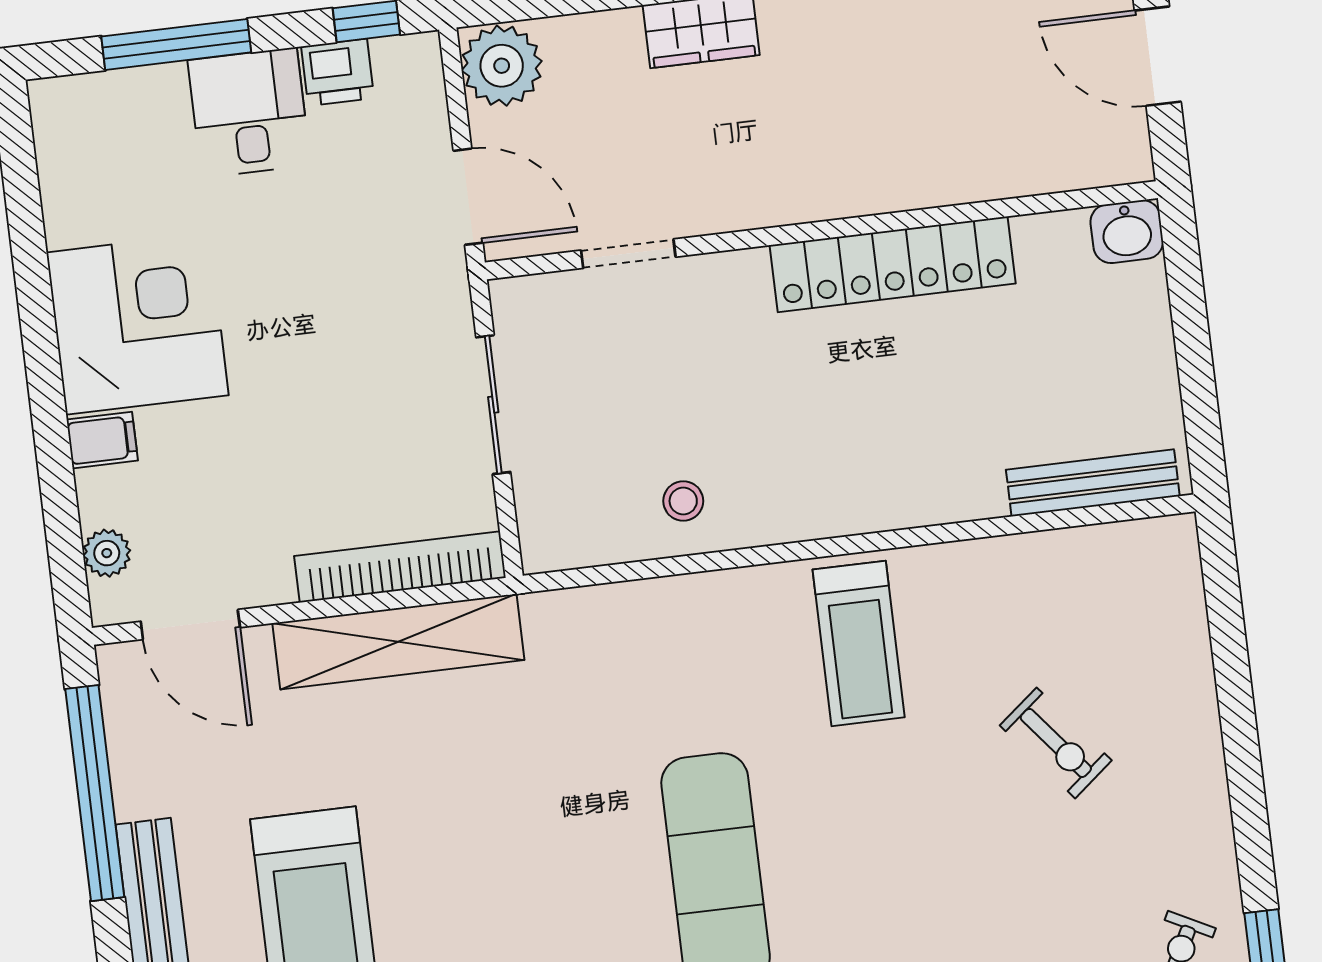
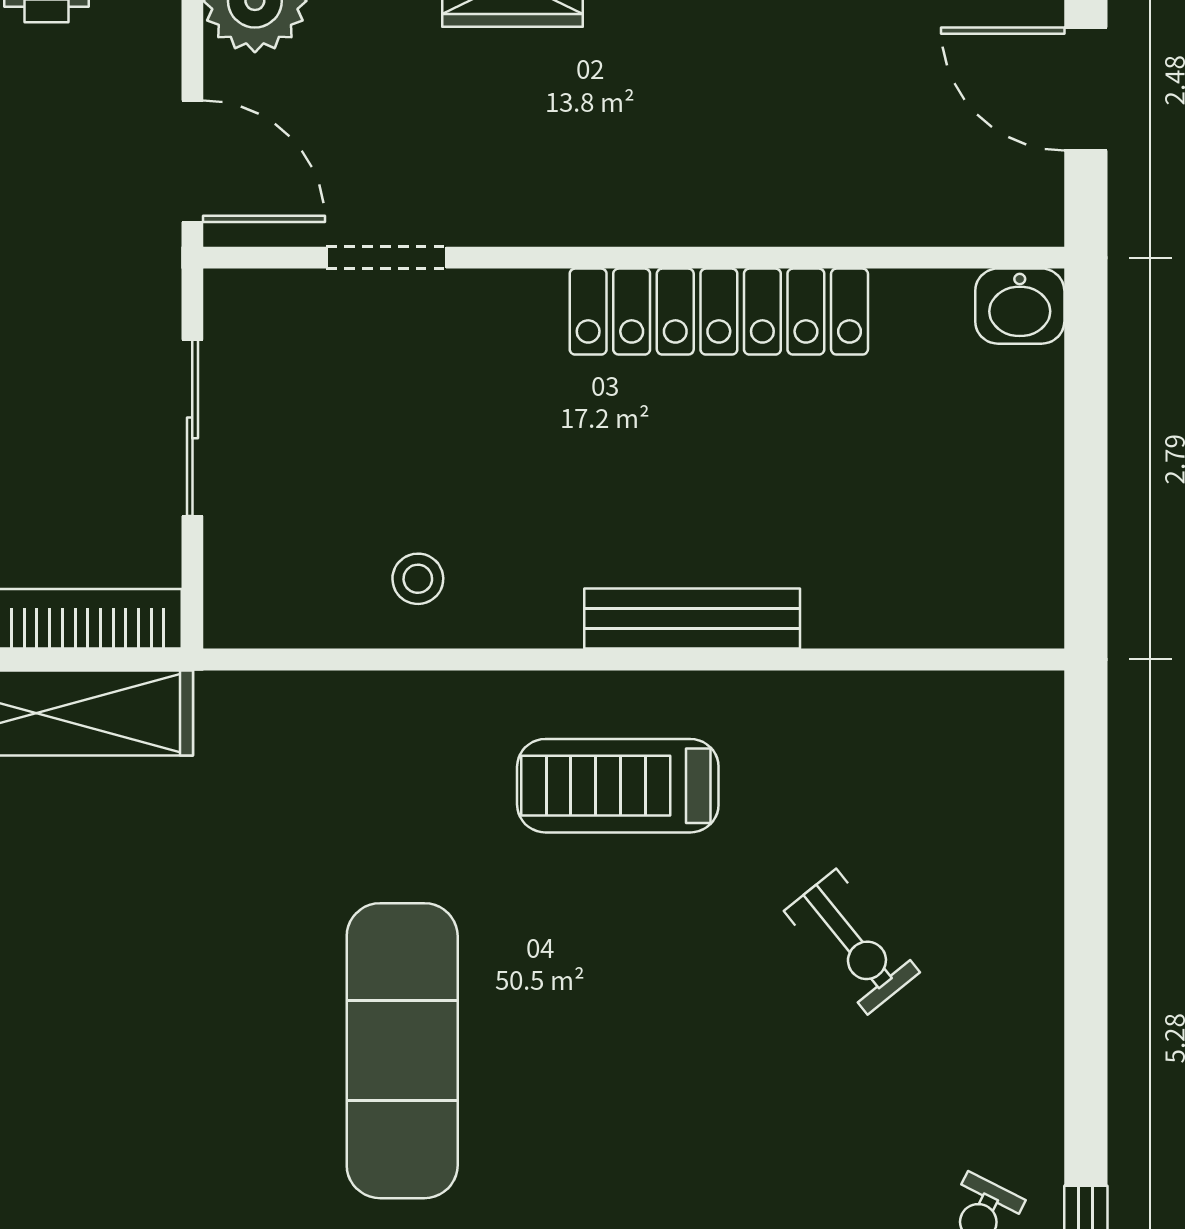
bench: (1093, 483) -> (692, 619), moved
treadmill: (859, 643) -> (618, 786), turned 90

